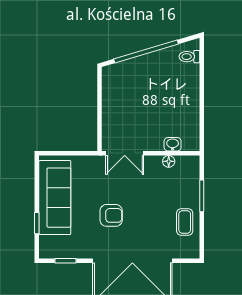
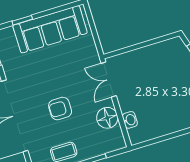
floor lamp: (169, 161) -> (107, 118), width x1.89, depth x1.89
armchair: (111, 215) -> (60, 109), moved, turned 90

